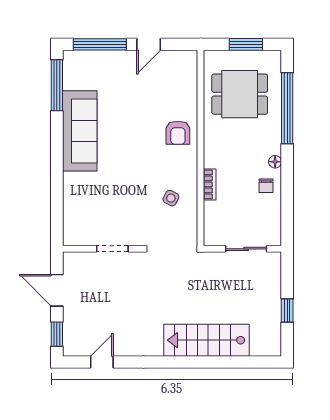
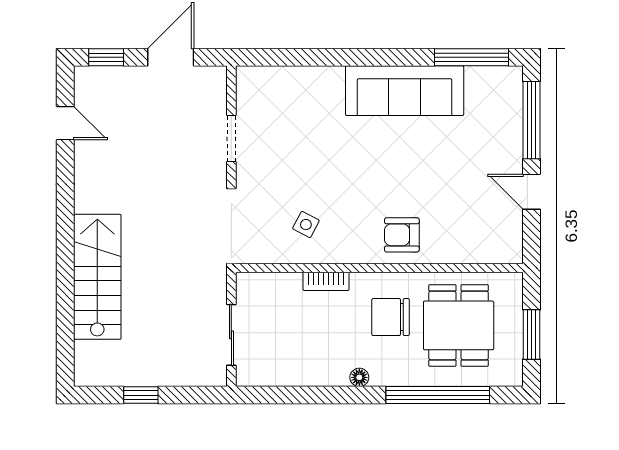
chair: (266, 186) -> (391, 317), moved, width x1.87, depth x1.87

